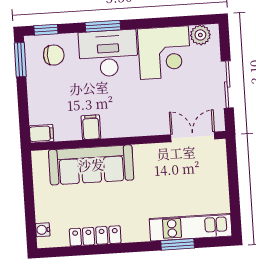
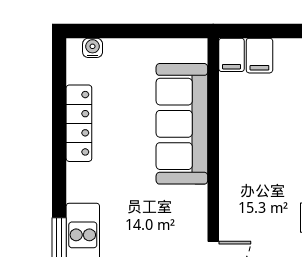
filing cabinet: (91, 127) -> (259, 56), moved, turned 90

